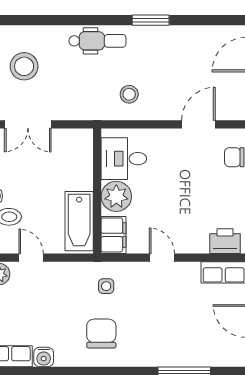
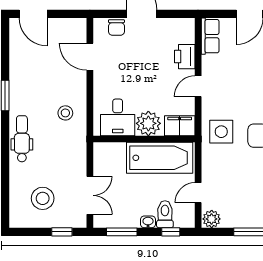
bathtub: (79, 221) -> (160, 158), width x1.36, depth x1.36
printer: (225, 241) -> (185, 57), moved
side table: (106, 286) -> (221, 132), width x1.87, depth x1.87

